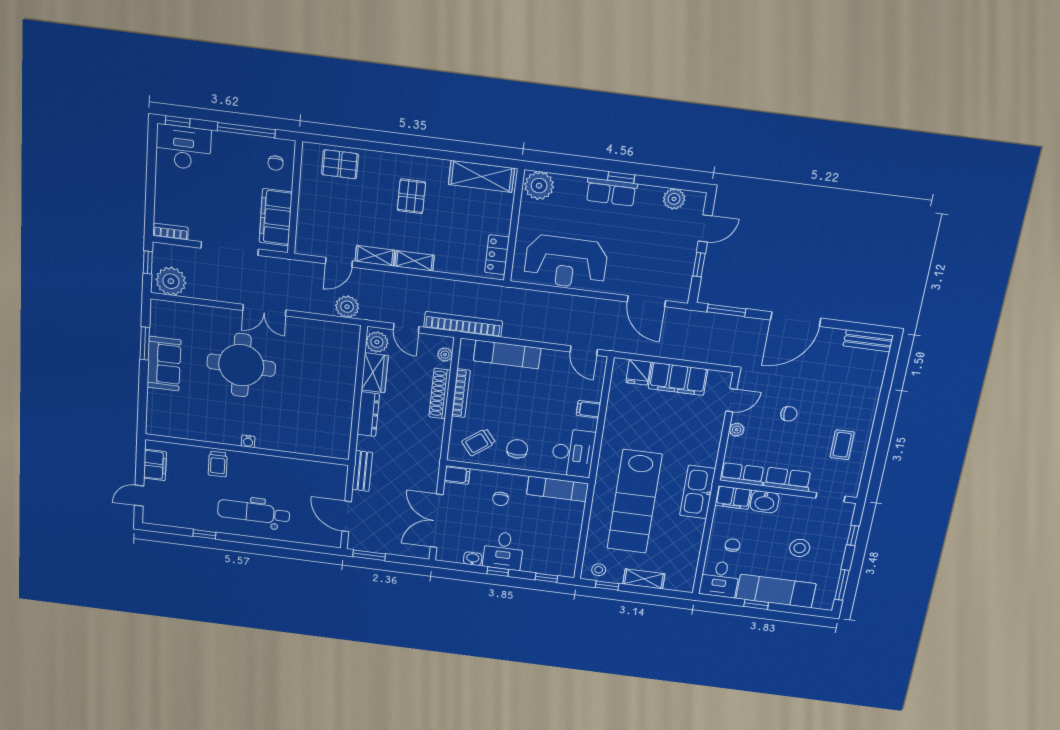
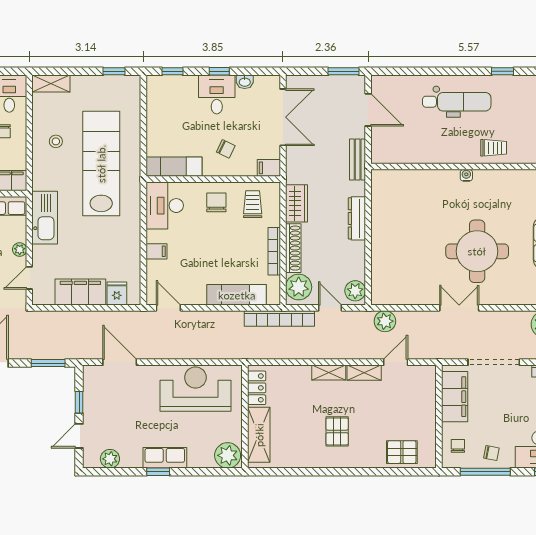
chair: (238, 150) -> (491, 453), added
shelving: (481, 176) -> (259, 435), moved, turned 90
plant: (445, 355) -> (299, 287), width x1.88, depth x1.88
wardrobe: (375, 373) -> (297, 203), moved, turned 180
trolley: (479, 442) -> (253, 204), turned -52
chair: (517, 449) -> (216, 202), turned 180
trolley: (218, 464) -> (494, 148), turned 91
kitchen sink: (698, 492) -> (45, 218), moved
chair: (500, 499) -> (226, 149), turned 116
stool: (599, 570) -> (56, 141), moved
shelving: (644, 579) -> (51, 84), moved

